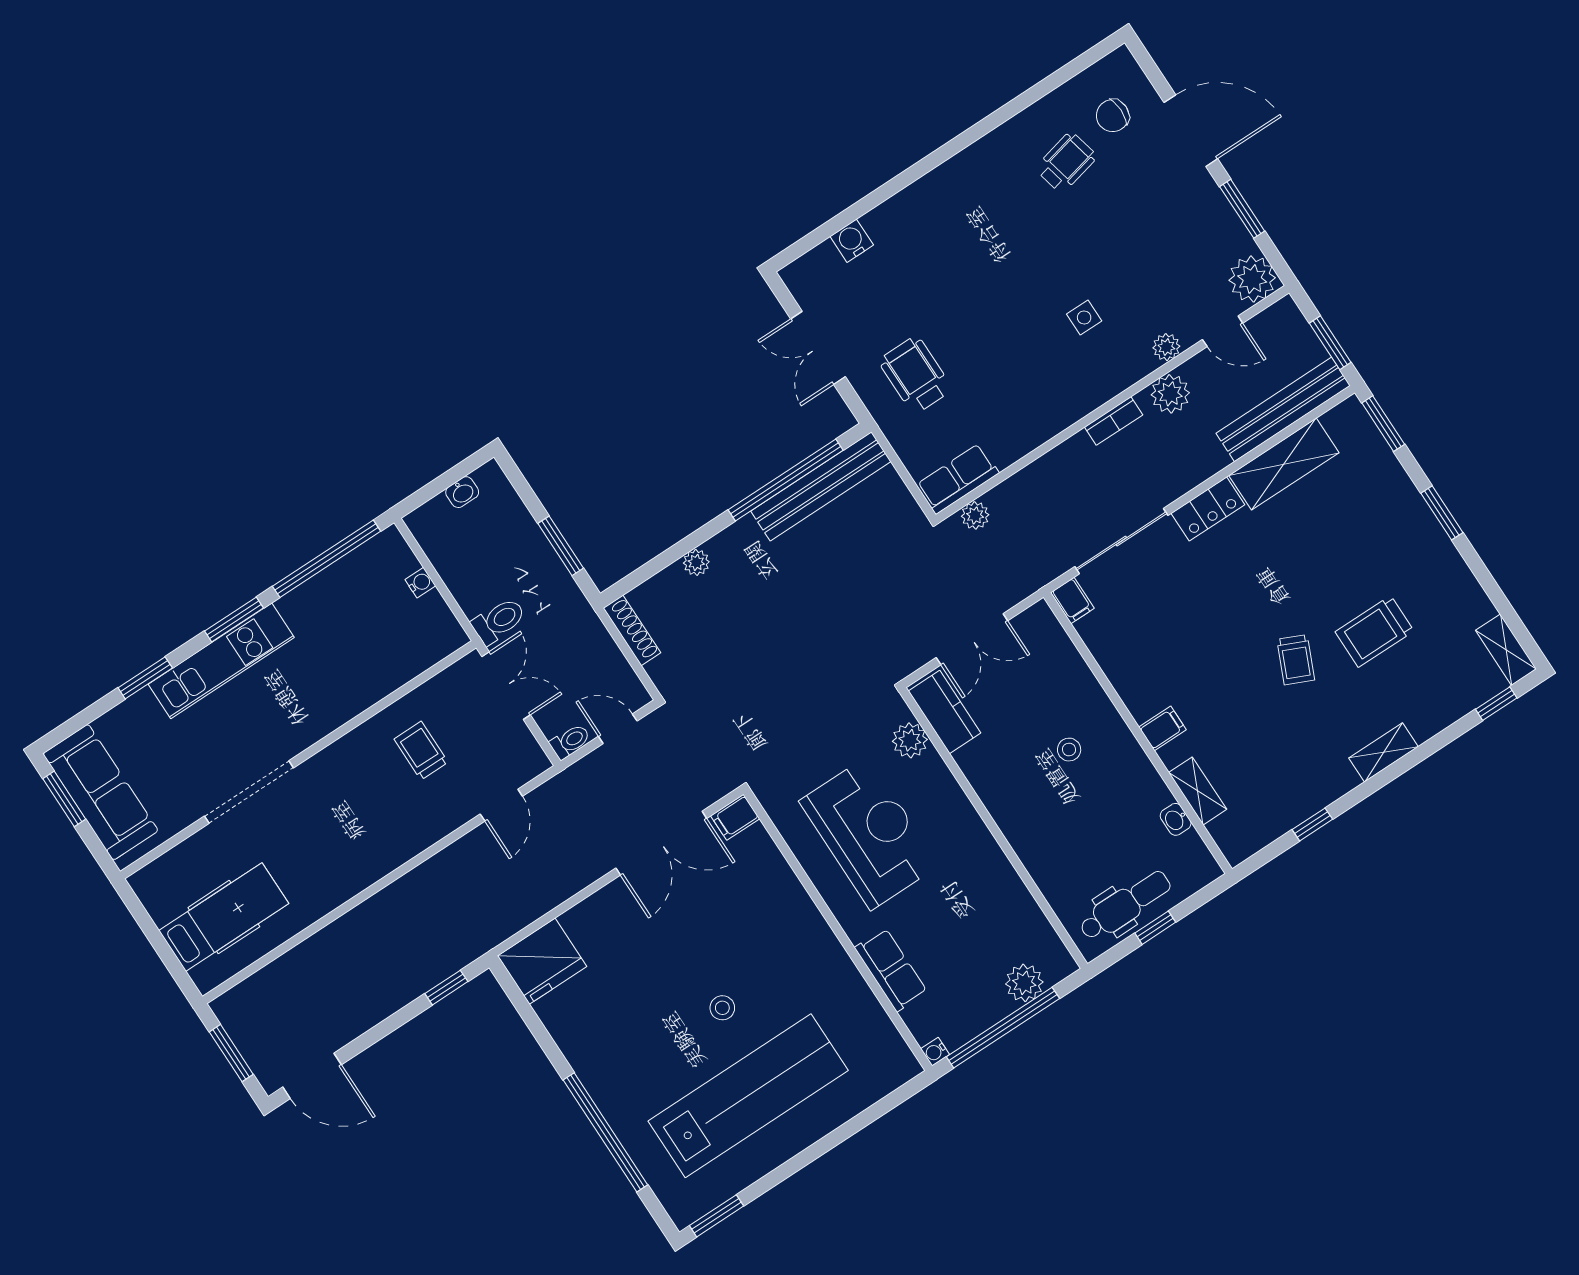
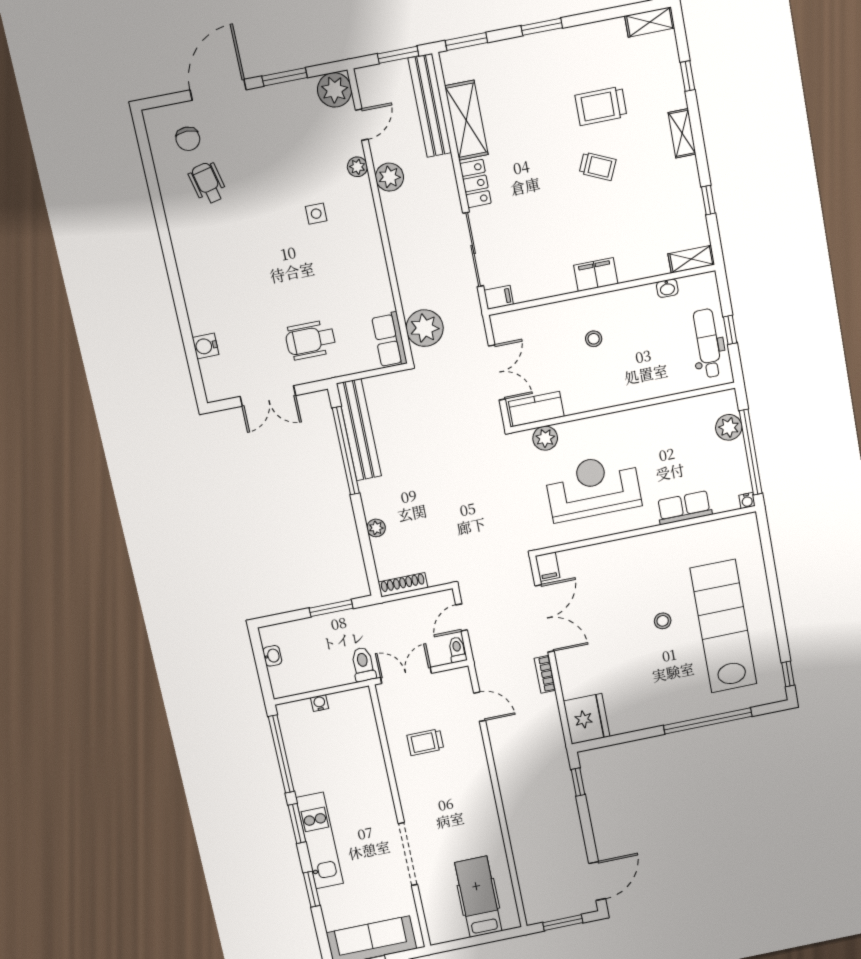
bookcase: (1114, 421) -> (545, 674), moved, turned 180
plant: (975, 515) -> (425, 328), width x1.87, depth x1.87
trolley: (1374, 631) -> (601, 106), turned 90
window: (1496, 704) -> (688, 76), moved
filing cabinet: (1163, 728) -> (596, 275), width x2.00
shelving: (1198, 791) -> (691, 259), moved
window: (716, 1216) -> (788, 674), width x0.67

